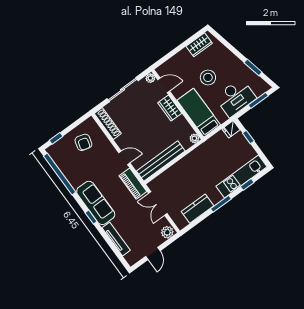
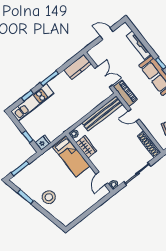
wardrobe: (199, 45) -> (73, 214), removed
stool: (208, 77) -> (49, 197), moved
door: (164, 85) -> (102, 179), hinge flipped
desk: (235, 98) -> (40, 170), removed
wardrobe: (170, 108) -> (86, 147), moved
kitchen counter: (197, 209) -> (78, 67), moved
plant: (167, 232) -> (95, 52), removed
door: (153, 254) -> (106, 34), hinge flipped

